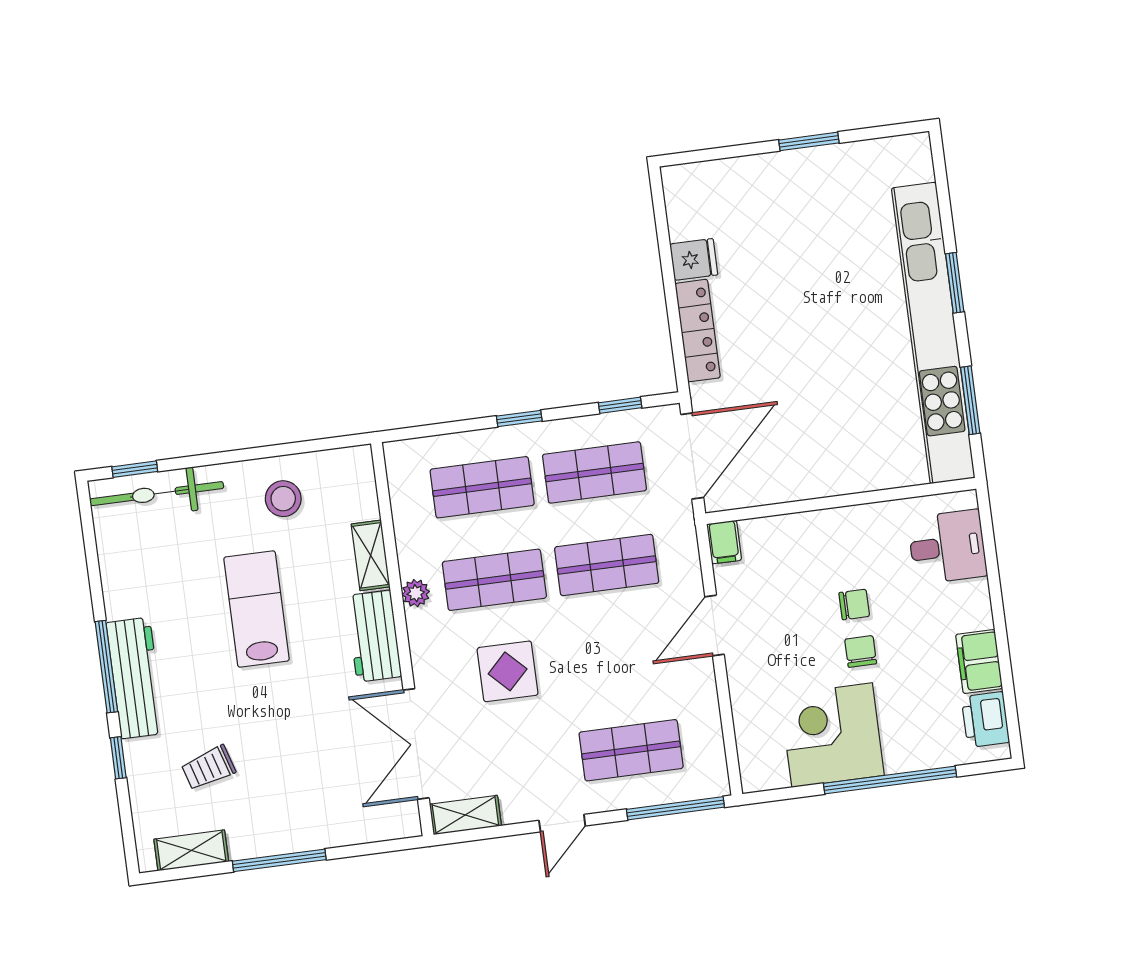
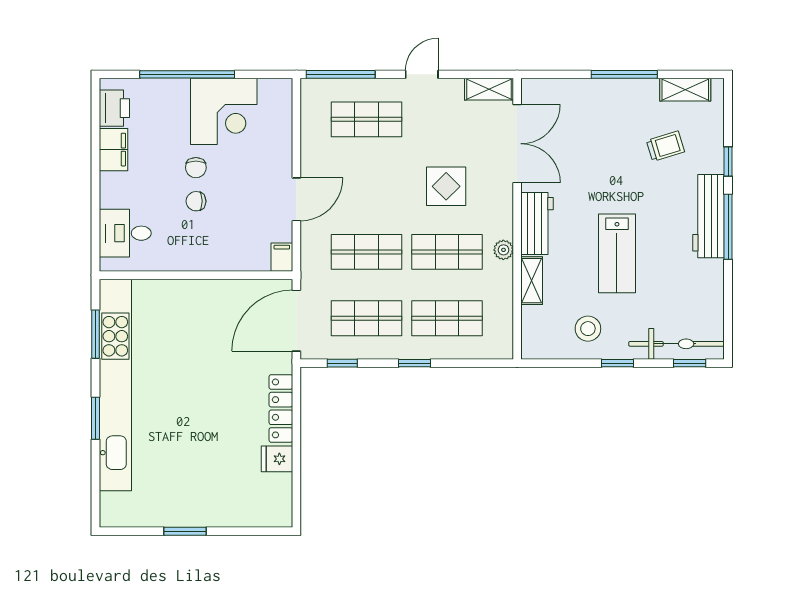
window: (235, 456) -> (618, 363), added

